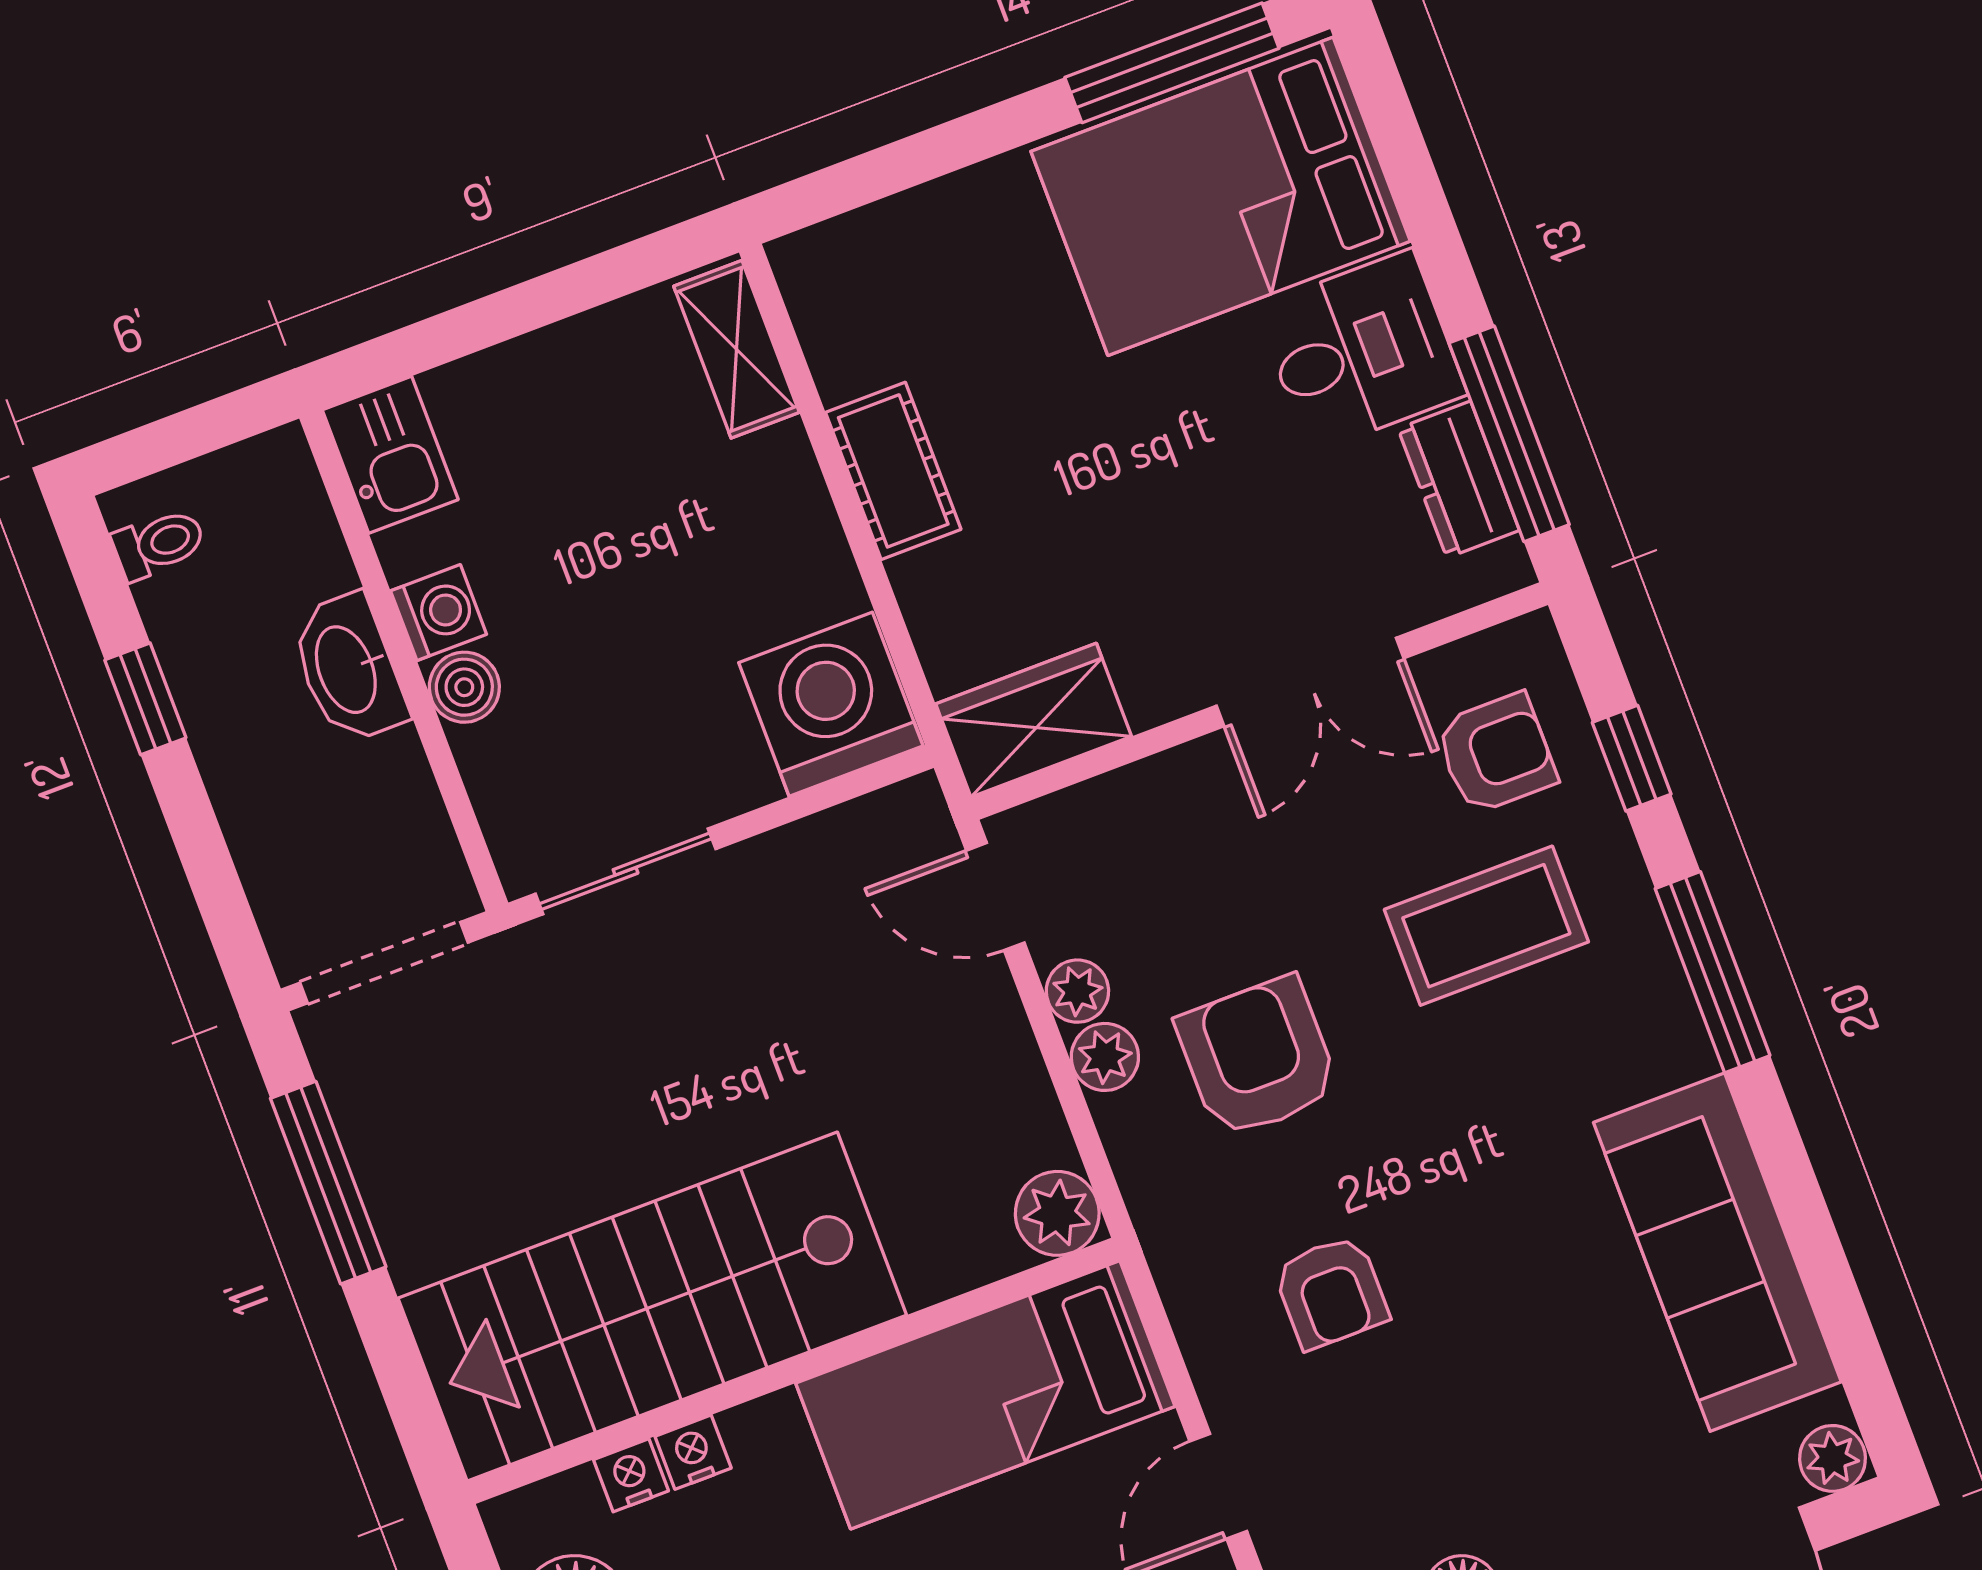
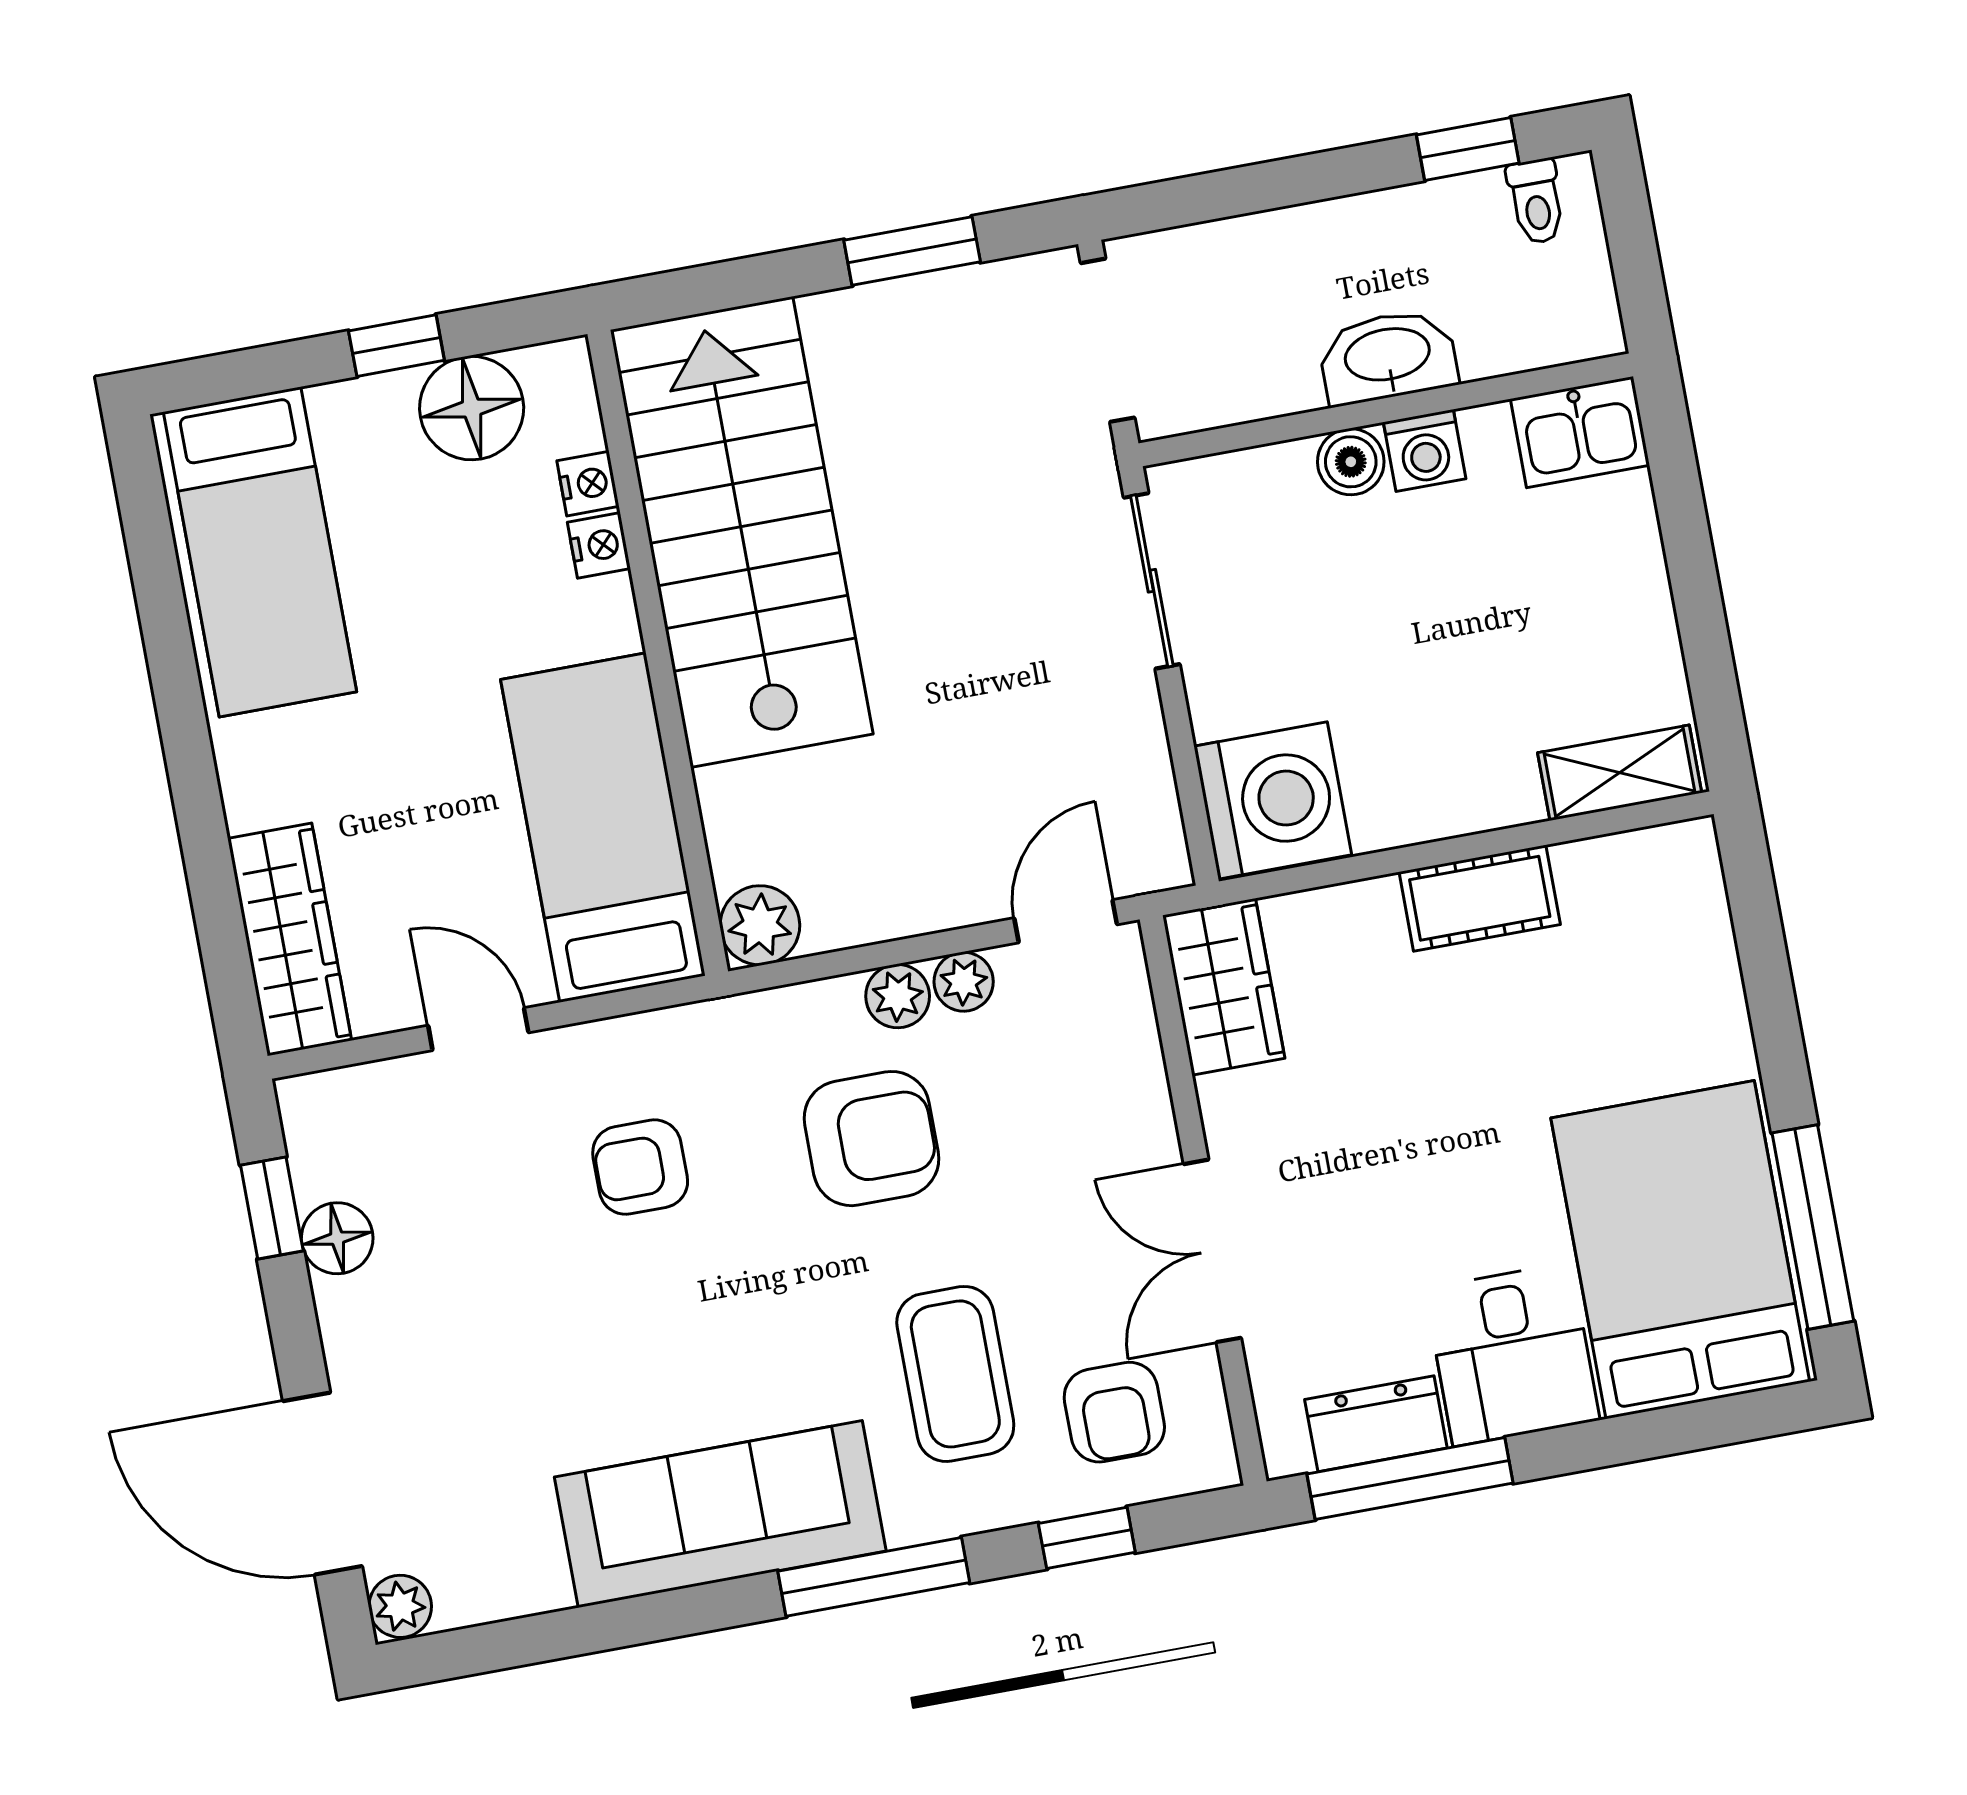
window: (145, 699) -> (1468, 149), moved
window: (328, 1183) -> (912, 251), width x0.69
sofa: (1717, 1252) -> (720, 1514), moved

